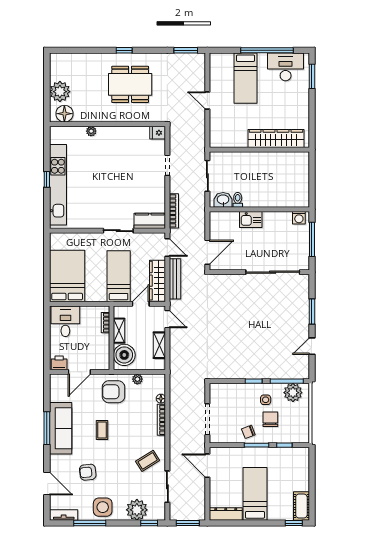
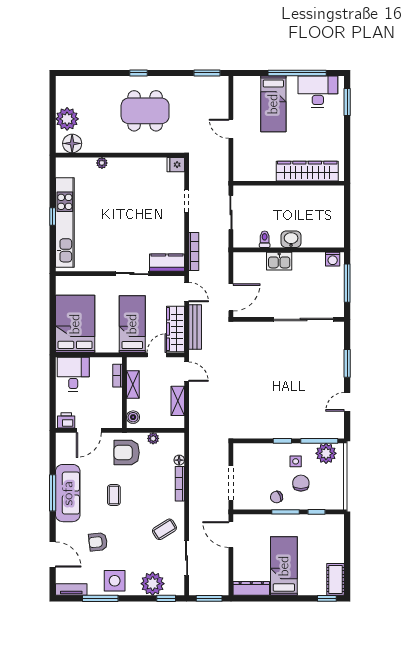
washbasin: (223, 200) -> (291, 239), moved
boiler: (124, 355) -> (133, 417), width x0.54, depth x0.54

